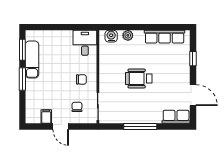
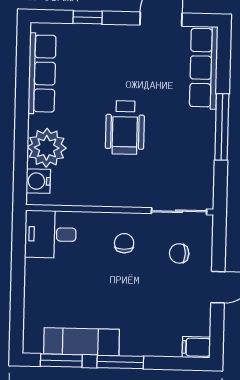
plant: (128, 35) -> (47, 148), width x1.87, depth x1.87
filing cabinet: (46, 117) -> (196, 347), moved
row of seats: (176, 117) -> (204, 68), width x1.48

